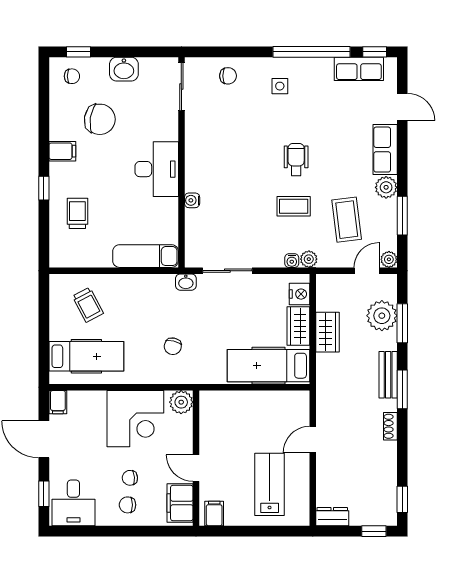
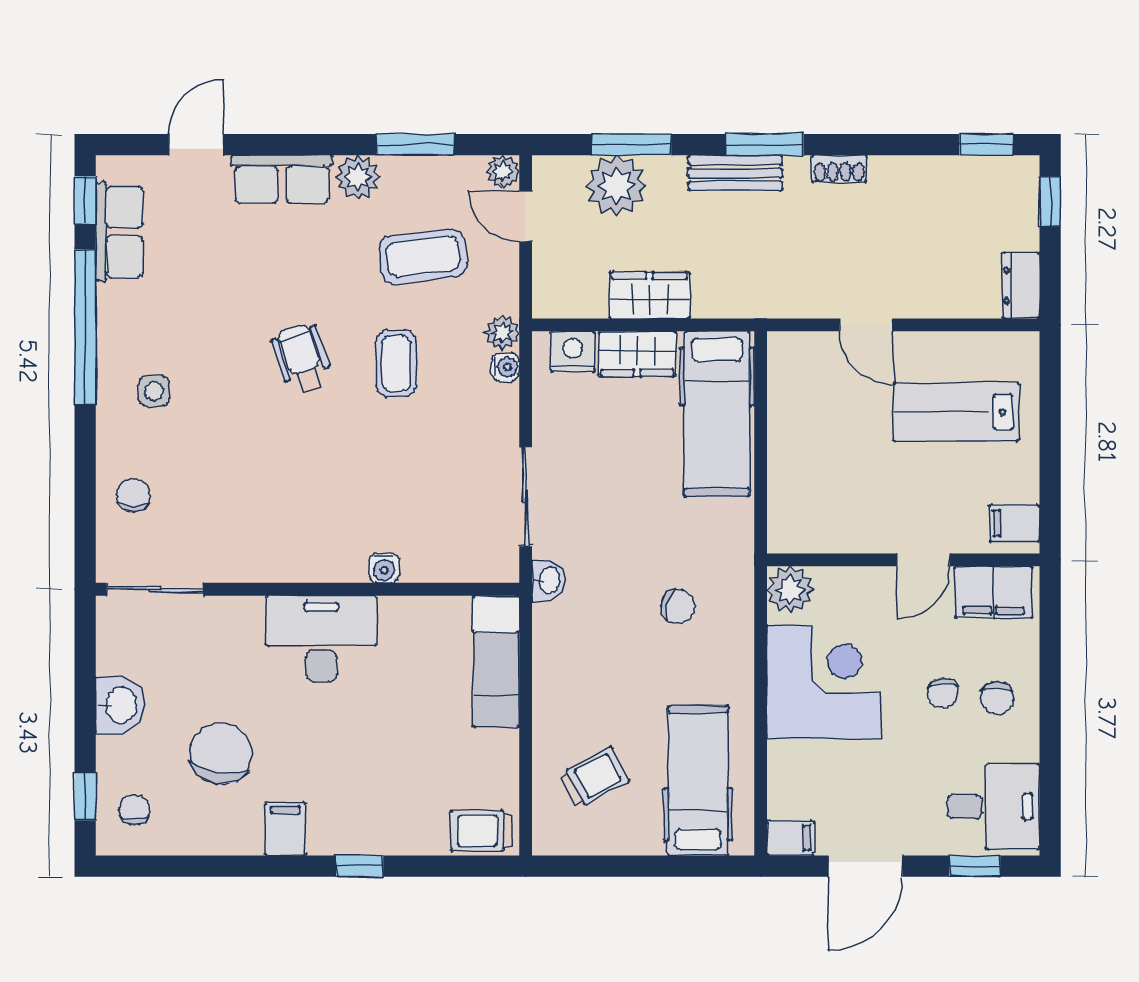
wheelchair: (296, 160) -> (302, 358), turned 71
trolley: (77, 213) -> (481, 831), moved

